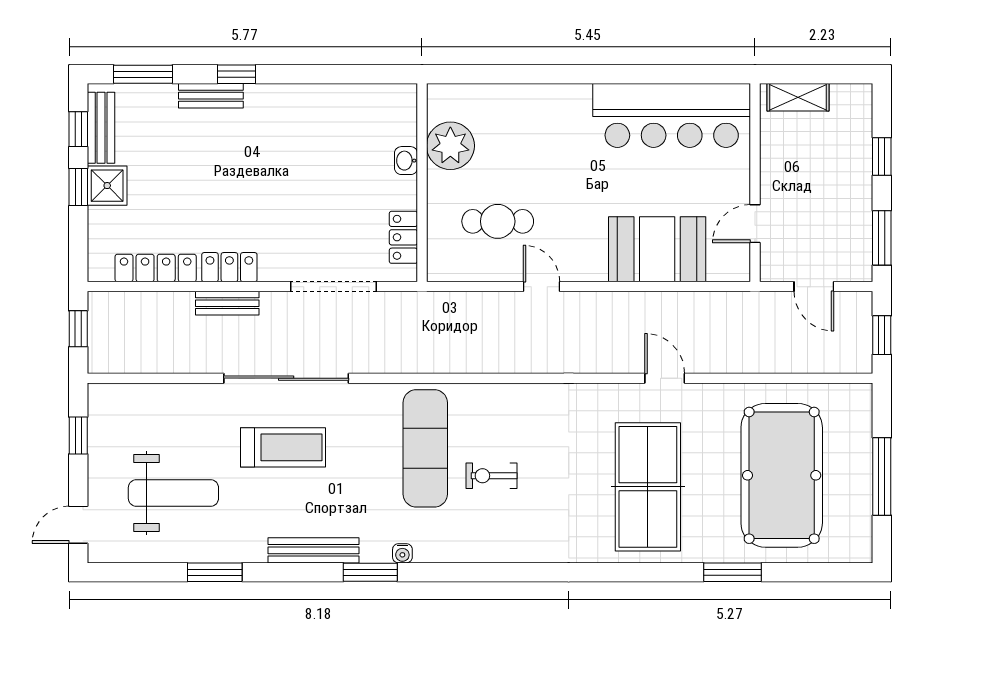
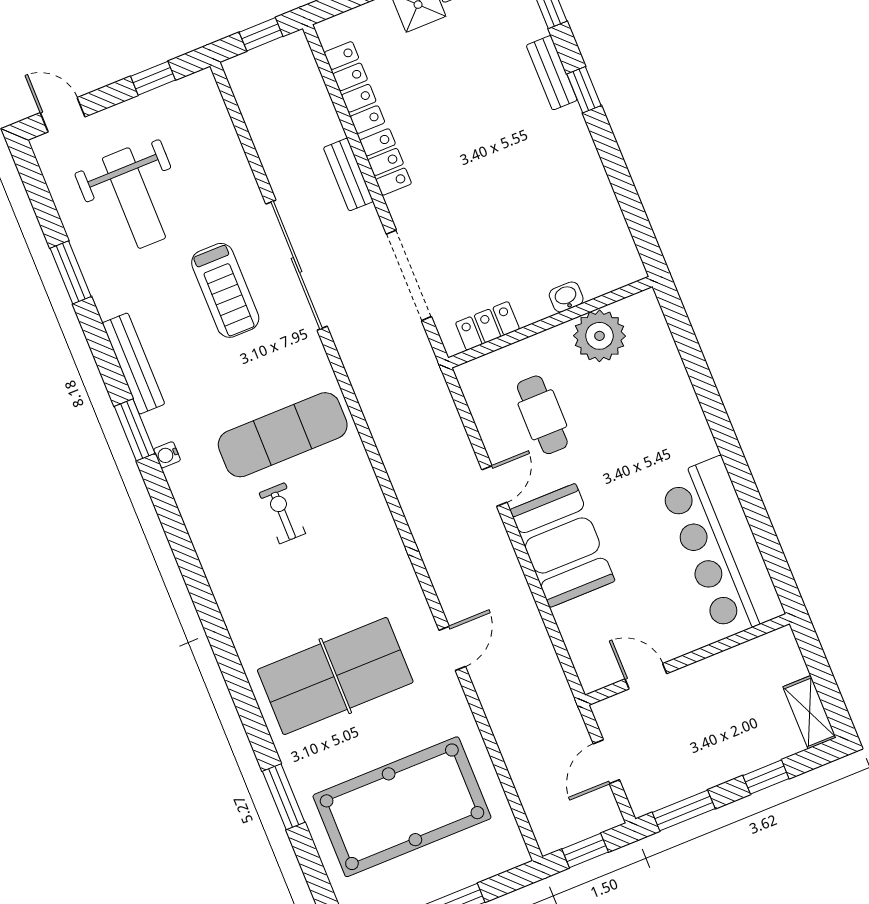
shelving: (798, 97) -> (810, 712), moved
booth: (657, 249) -> (562, 545), moved

